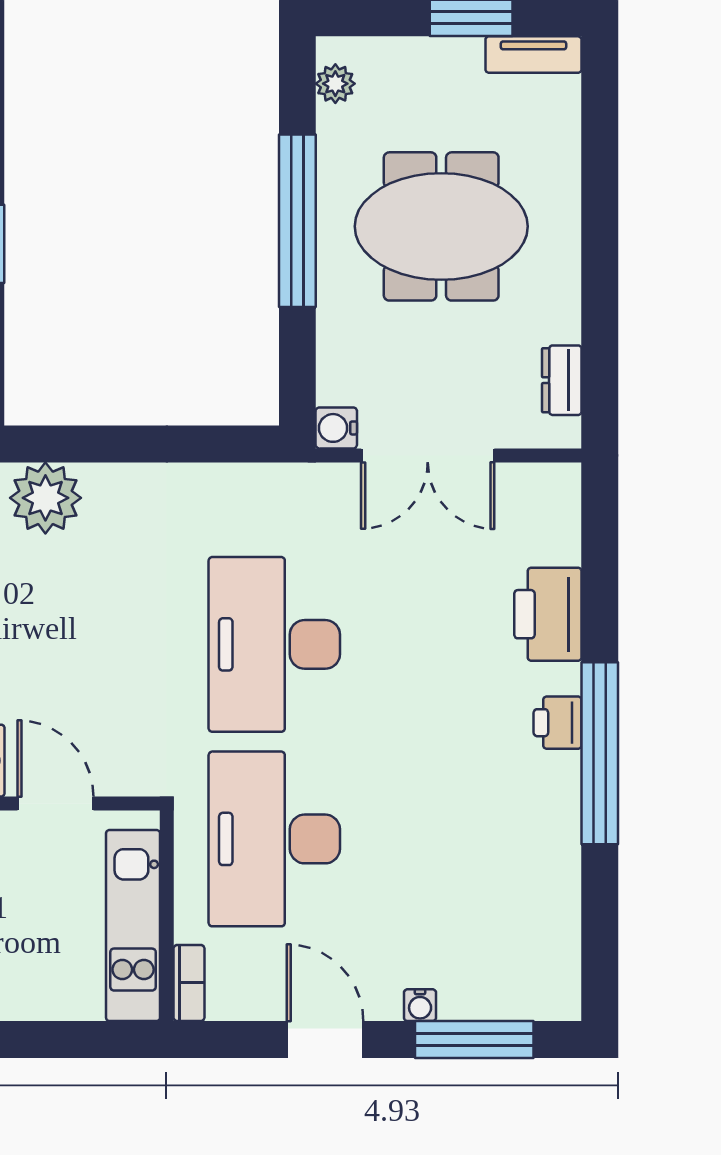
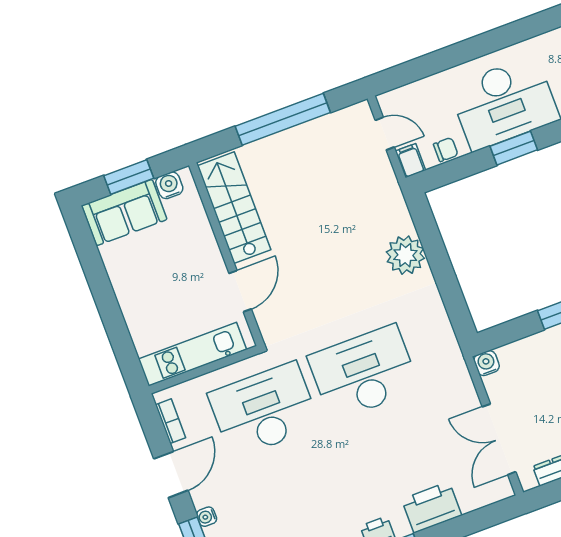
double door: (428, 455) -> (499, 439), moved
plant: (45, 498) -> (405, 255), moved
bookcase: (189, 983) -> (171, 421), moved, turned -90

